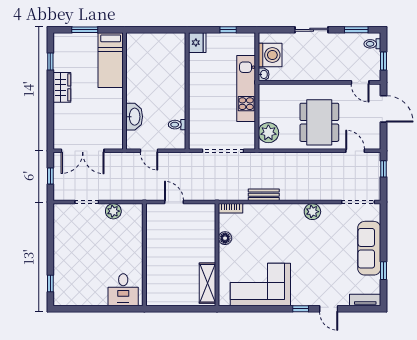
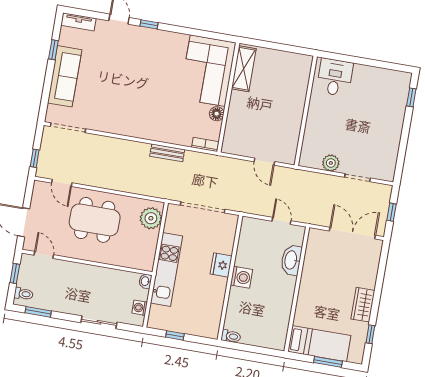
sliding door: (312, 30) -> (99, 322), moved
fridge: (197, 43) -> (221, 265), moved
washing machine: (270, 55) -> (140, 308), width x0.53, depth x0.53
bed: (111, 60) -> (319, 344), moved, turned 90
washing machine: (177, 93) -> (241, 277), added
dining table: (319, 122) -> (95, 220), turned 90
toilet: (177, 125) -> (231, 336), moved
plant: (312, 212) -> (118, 126), removed
corner sofa: (260, 285) -> (208, 71), moved, turned 90

